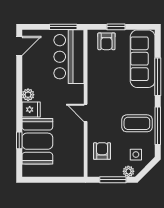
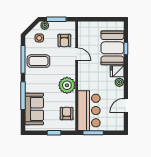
armchair: (106, 41) -> (67, 114), moved
door: (19, 46) -> (126, 106), moved
sofa: (143, 59) -> (34, 109), width x0.73
plant: (99, 91) -> (67, 85), added
door: (86, 113) -> (77, 54), moved

